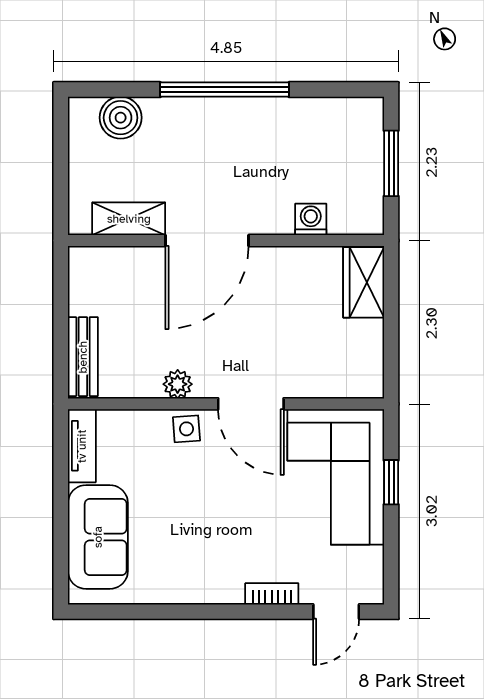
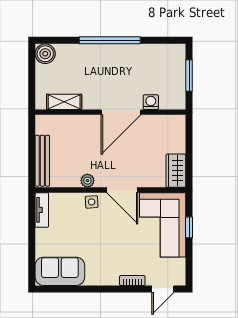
boiler: (121, 118) -> (45, 54), moved
door: (207, 240) -> (121, 112), moved
wardrobe: (364, 282) -> (176, 171), moved
bench: (83, 357) -> (42, 161), width x1.36
sofa: (98, 537) -> (60, 271), moved, turned -90

